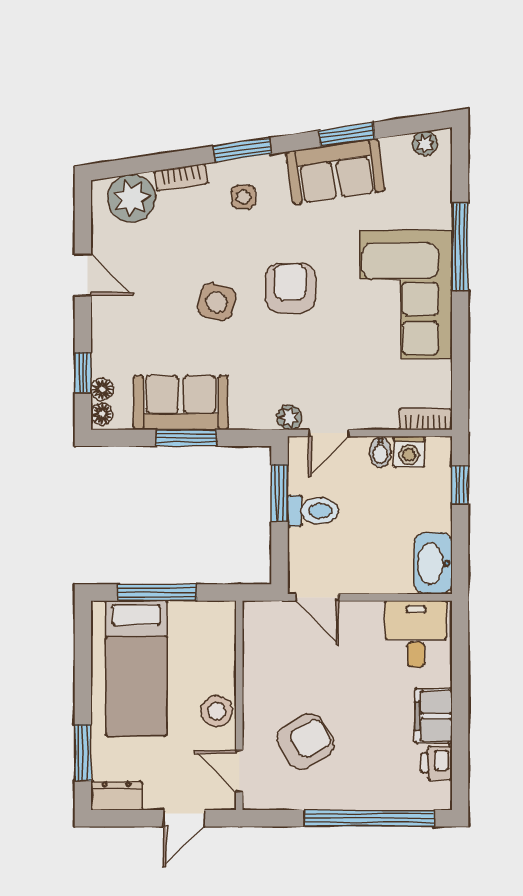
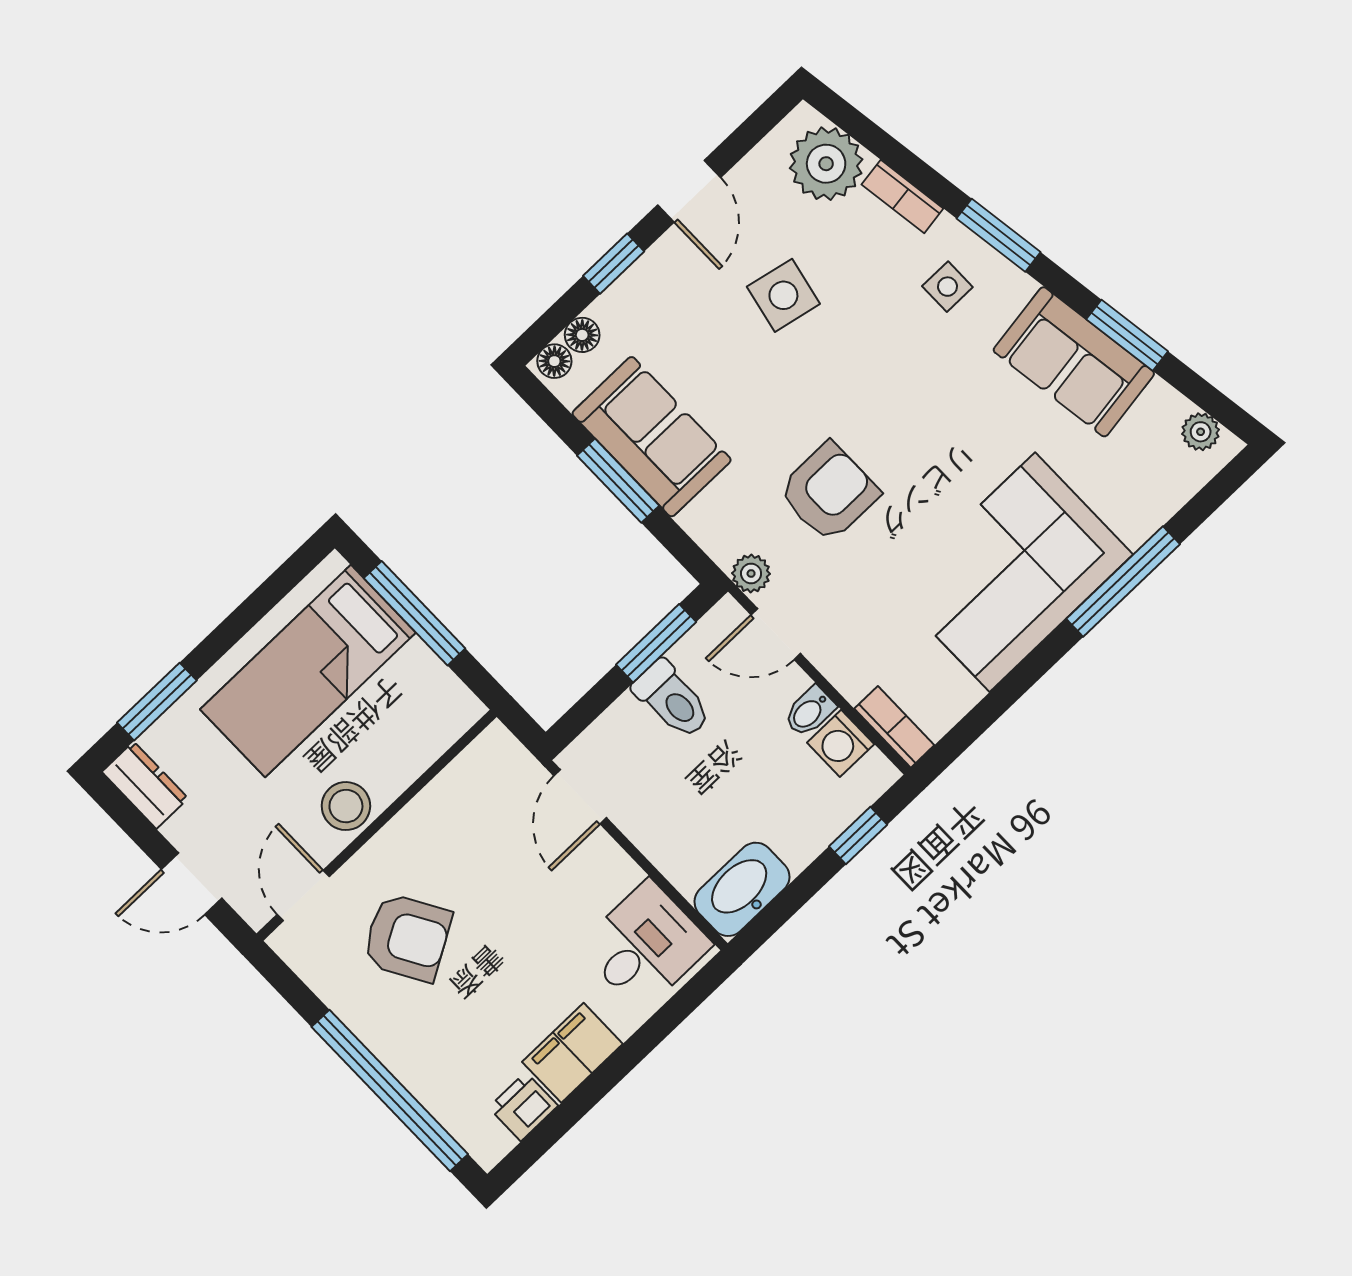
armchair: (290, 288) -> (829, 492), moved
side table: (217, 302) -> (783, 295), moved
window: (83, 373) -> (614, 264), moved

